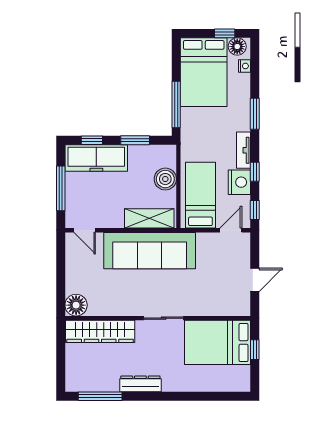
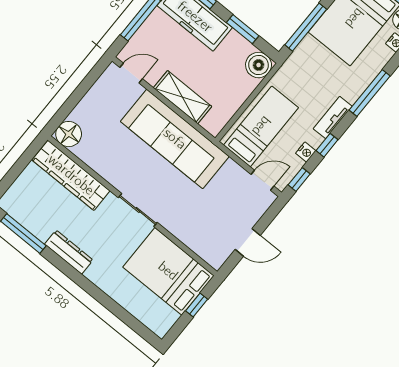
window: (255, 114) -> (370, 93), width x1.44
boiler: (165, 179) -> (259, 65), moved
nightstand: (239, 182) -> (306, 152), width x0.53, depth x0.56
shelving: (149, 218) -> (183, 97), moved
door: (85, 230) -> (131, 73), swing flipped

